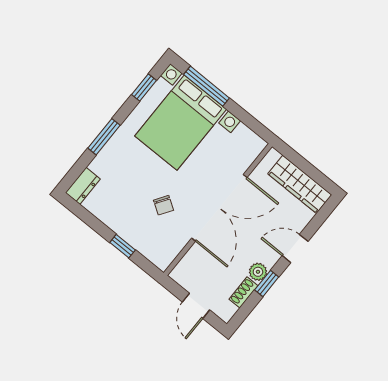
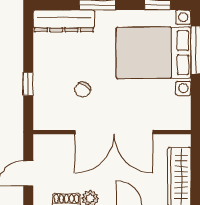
dresser: (83, 186) -> (64, 21), width x1.96, depth x1.24

